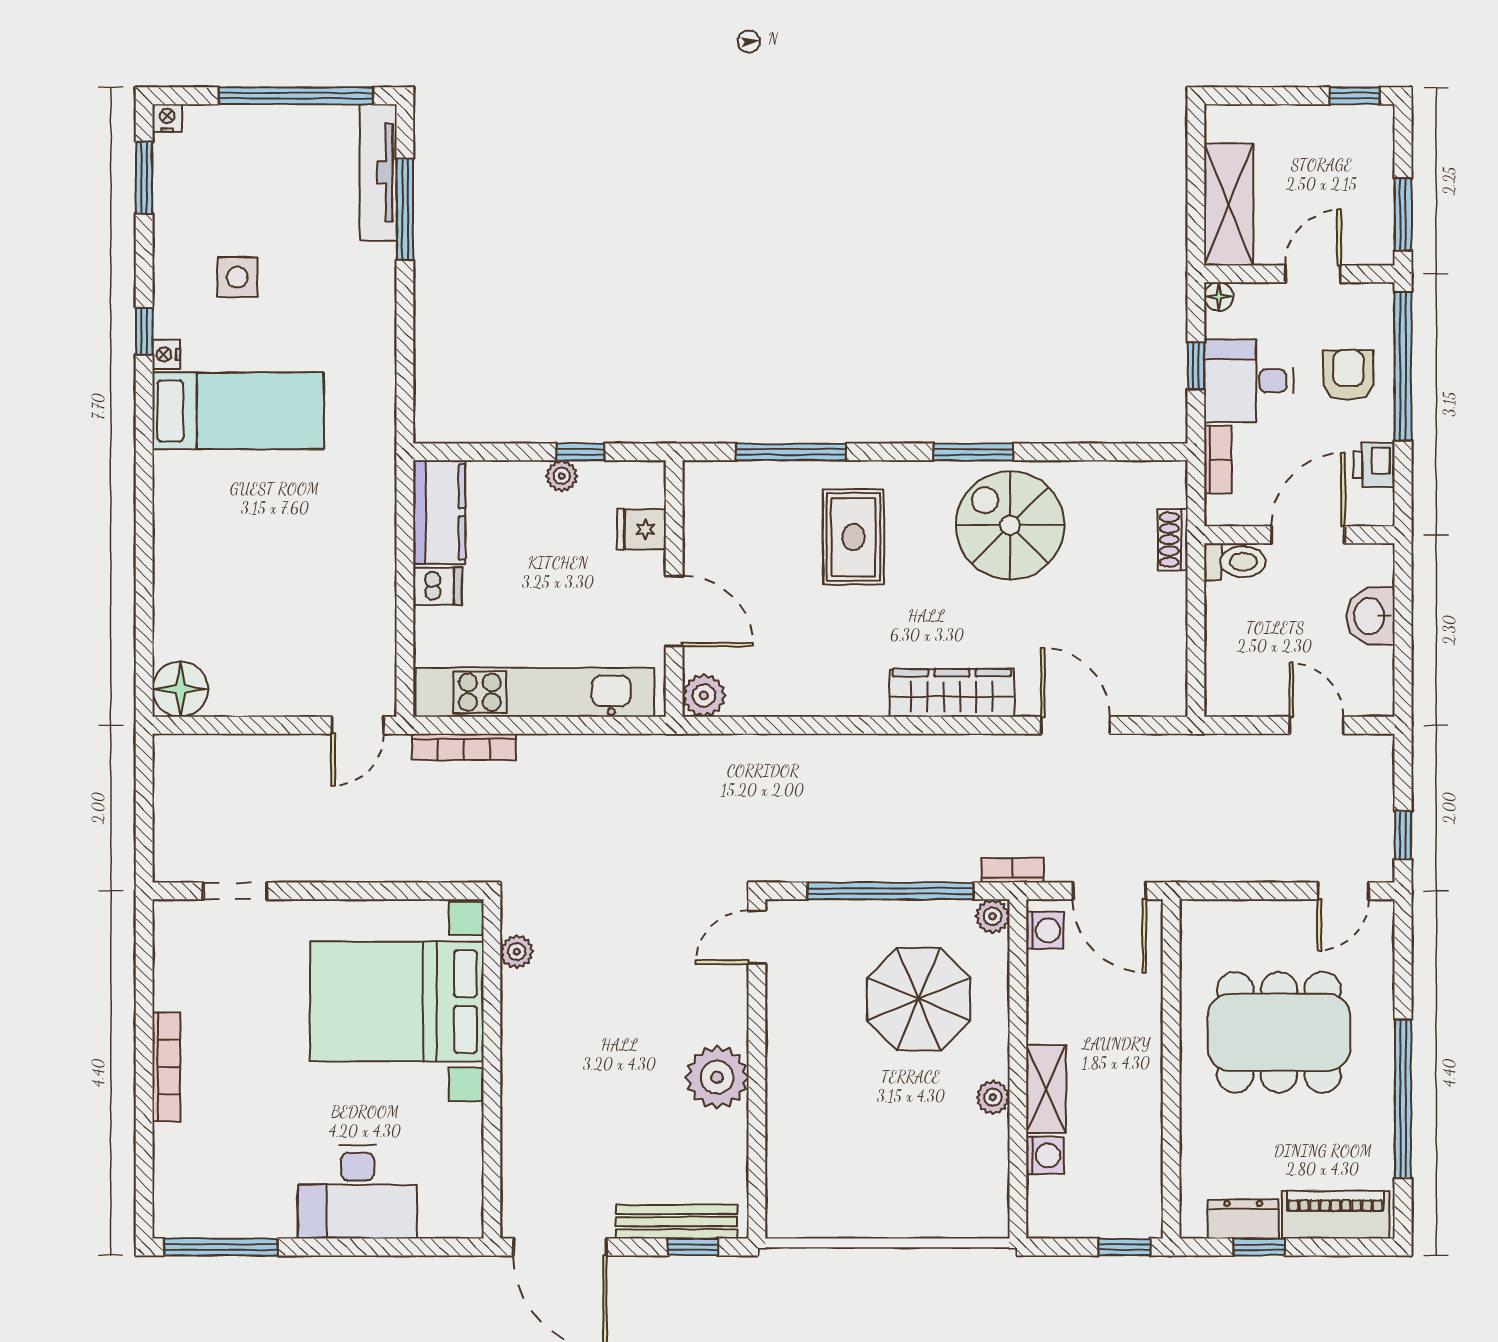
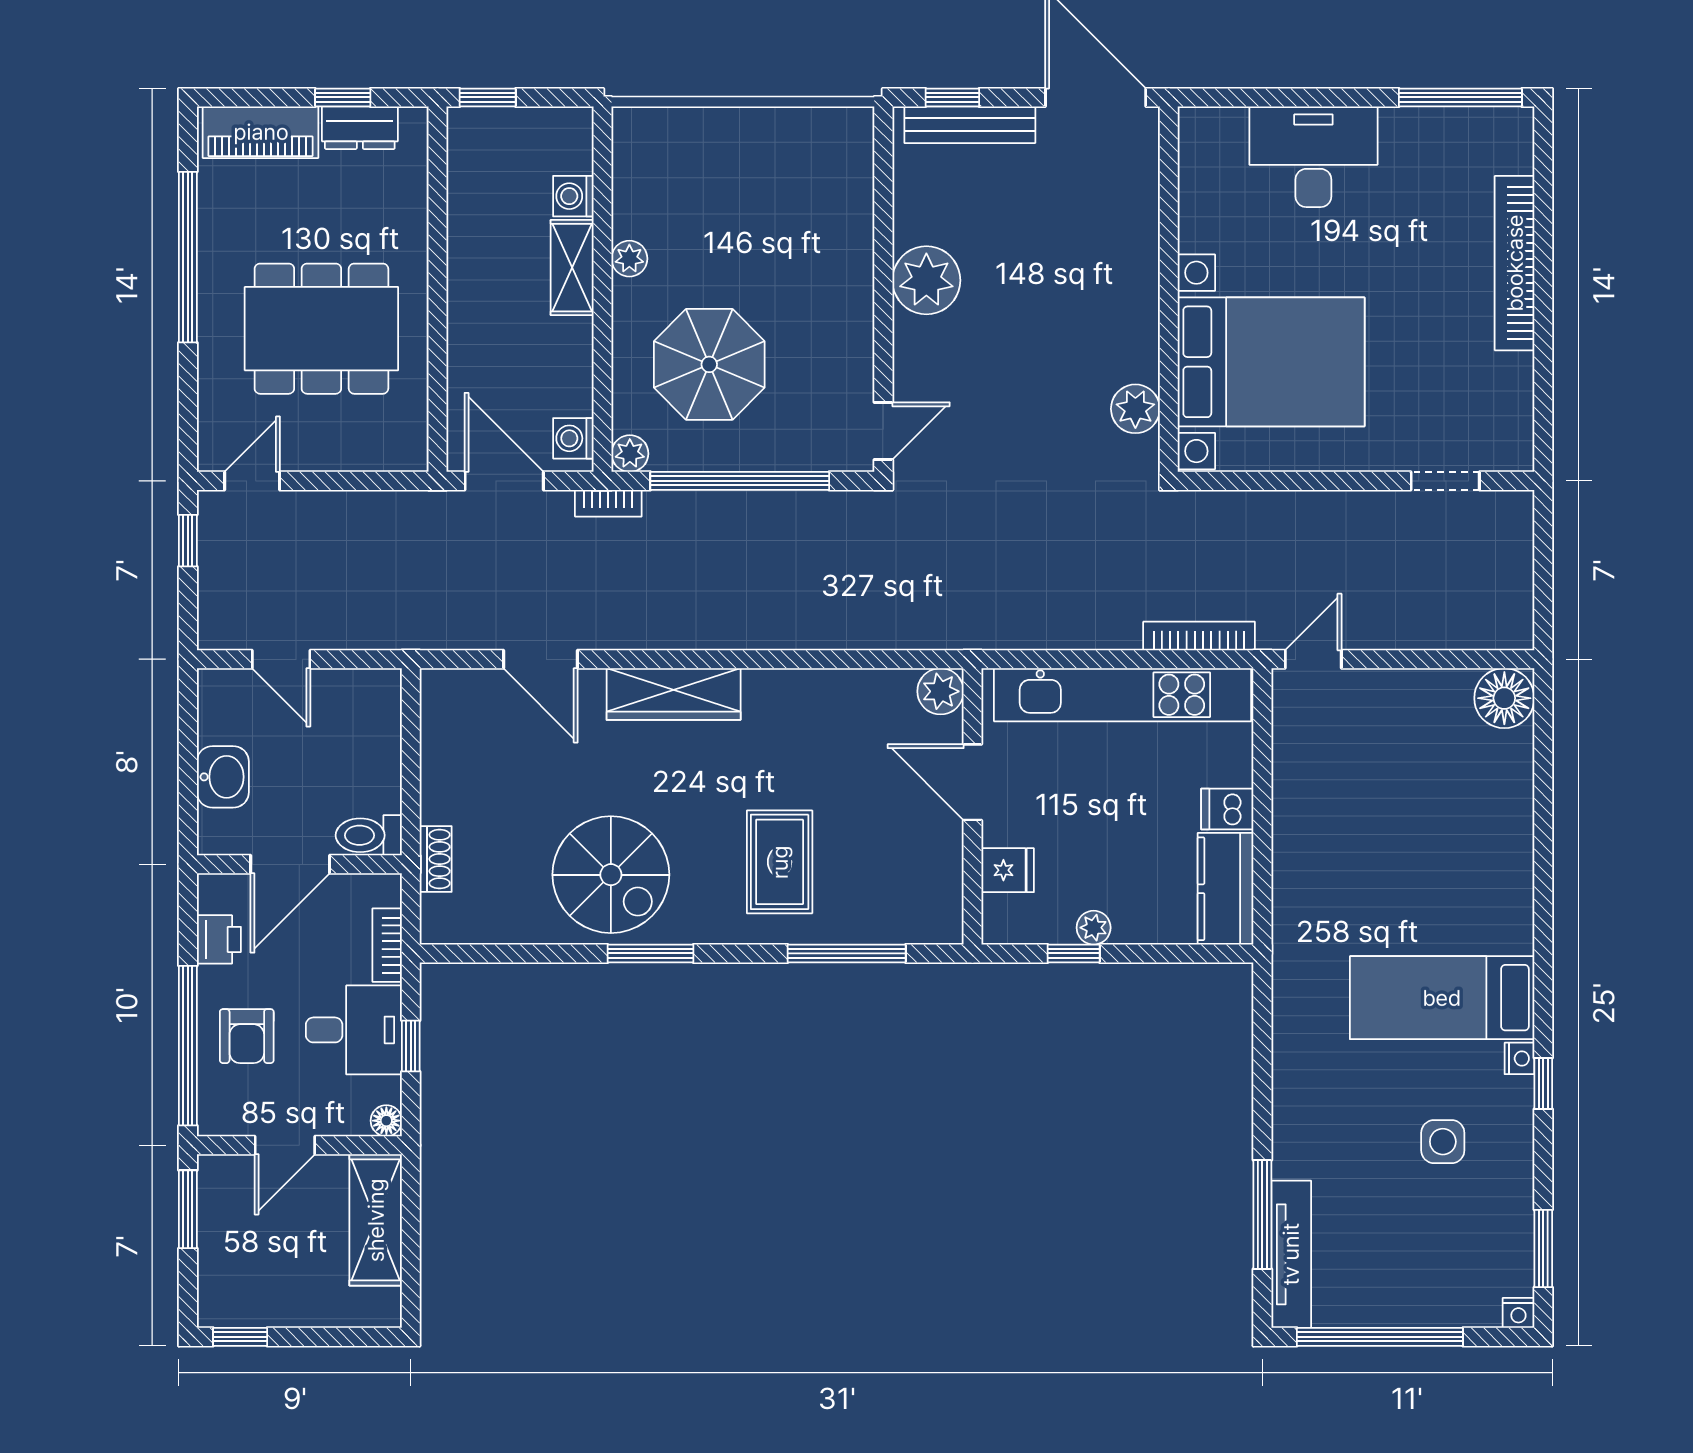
plant: (517, 952) -> (1135, 409), width x1.38, depth x1.38
bookcase: (166, 1067) -> (1515, 263), width x1.48, depth x1.31

